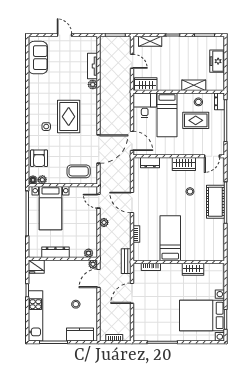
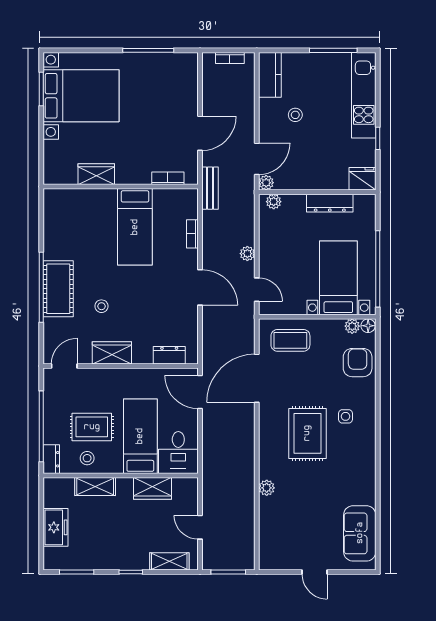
tv unit: (92, 66) -> (267, 519), removed
wardrobe: (146, 84) -> (153, 488), moved
kitchen counter: (80, 334) -> (270, 75), moved, turned -90

